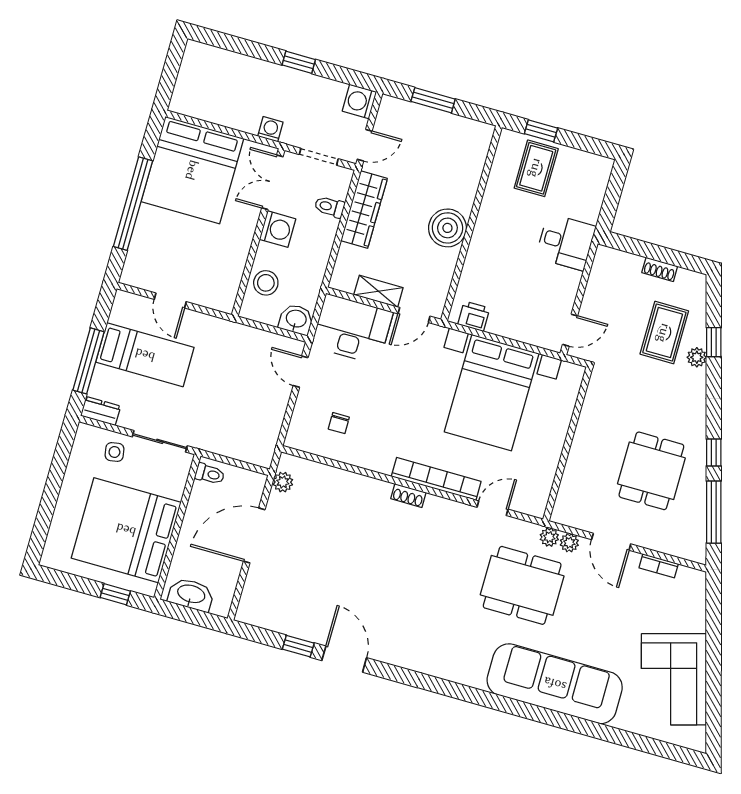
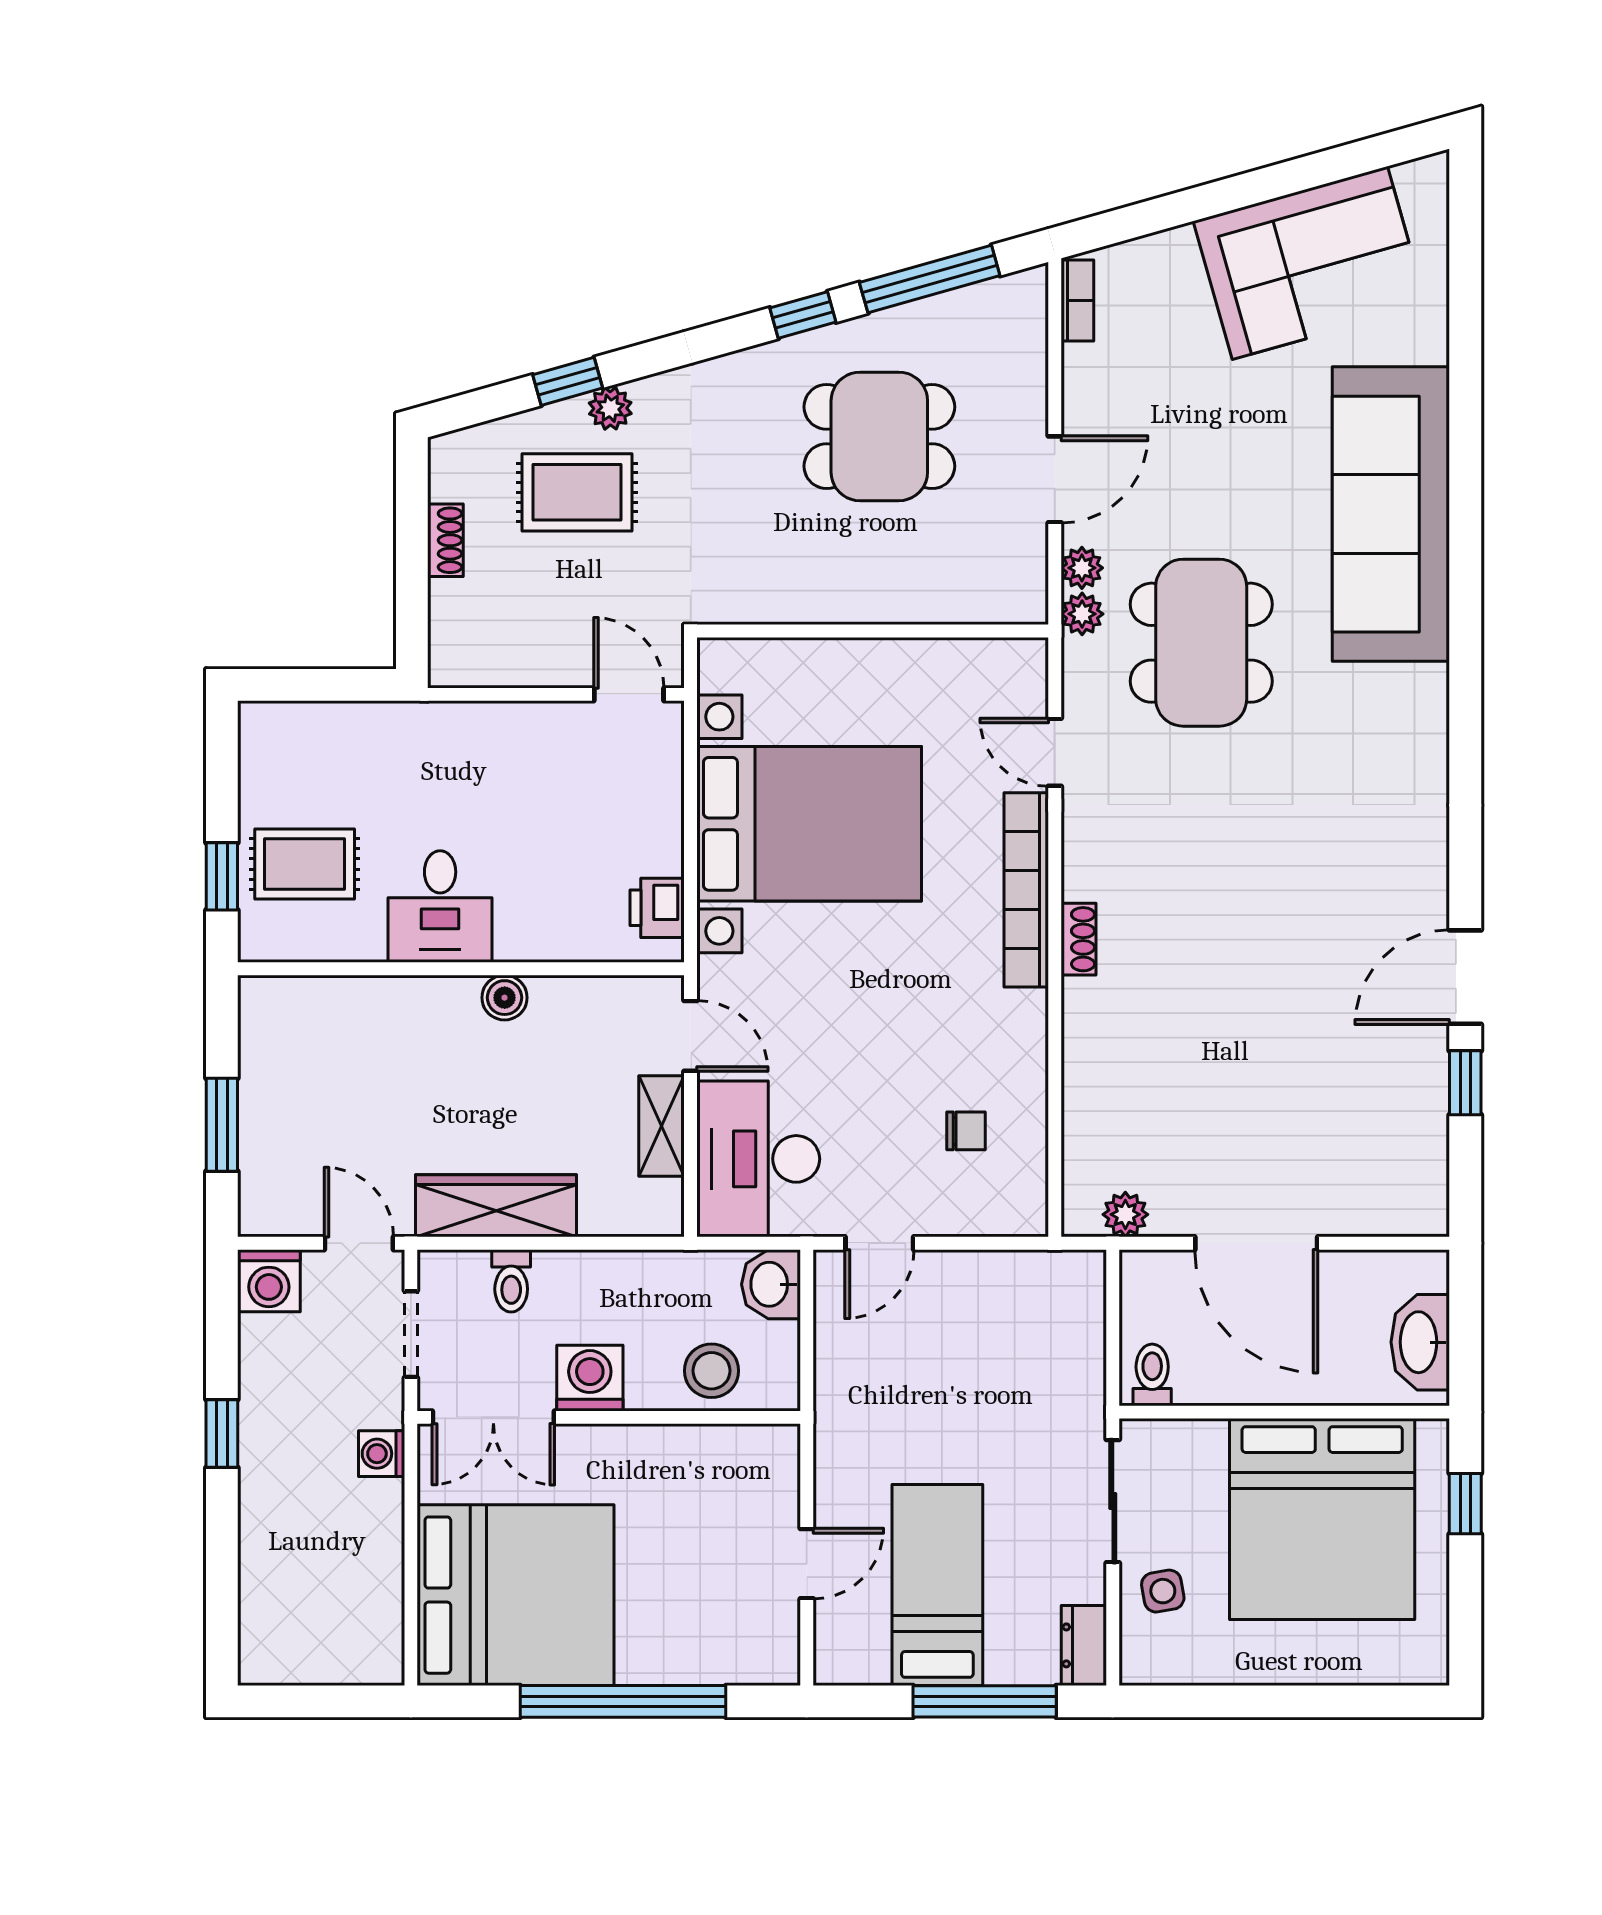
boiler: (447, 228) -> (505, 998), width x0.54, depth x0.54
desk: (566, 242) -> (440, 907), moved, turned 180
bookcase: (659, 566) -> (1077, 301), moved

